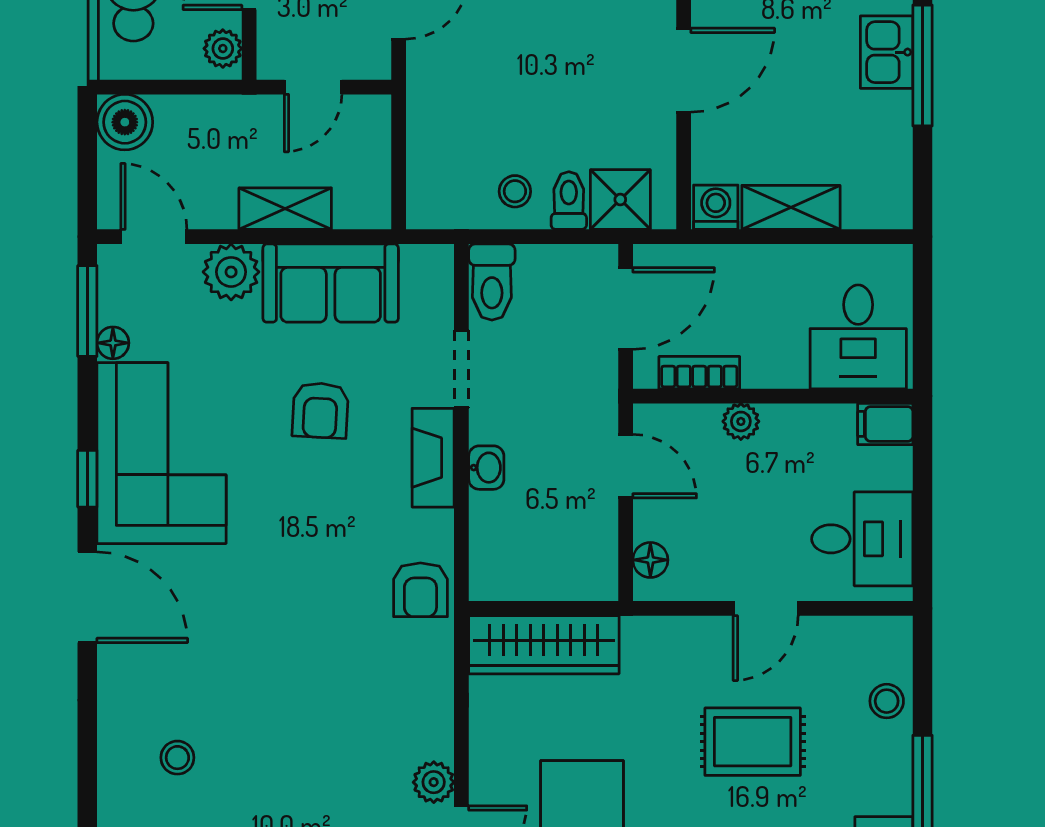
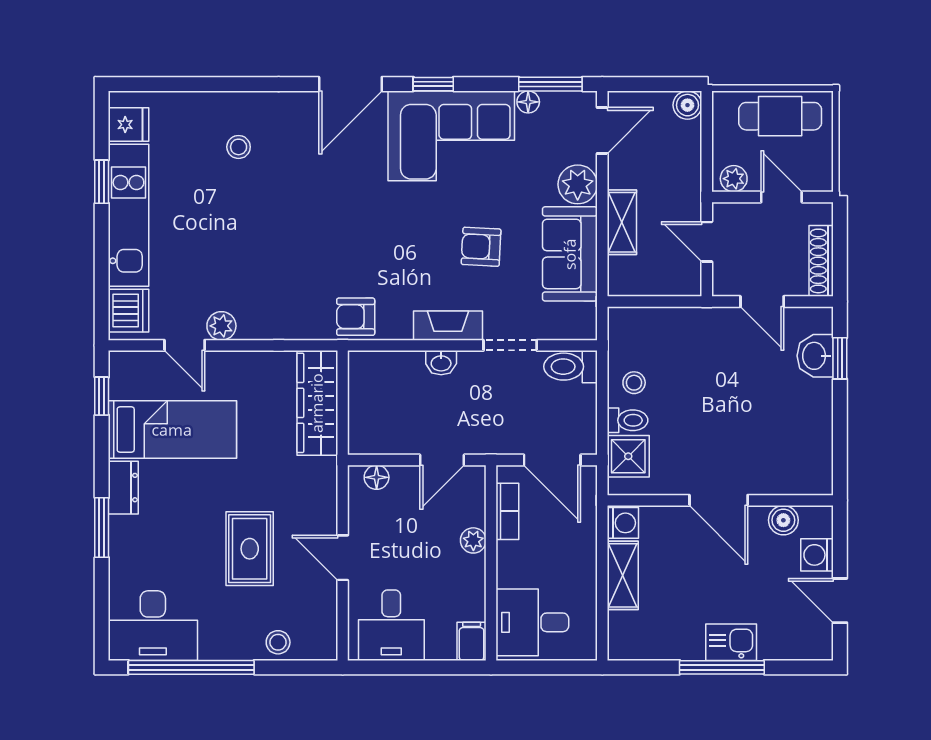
boiler: (125, 122) -> (687, 105), width x0.73, depth x0.73

